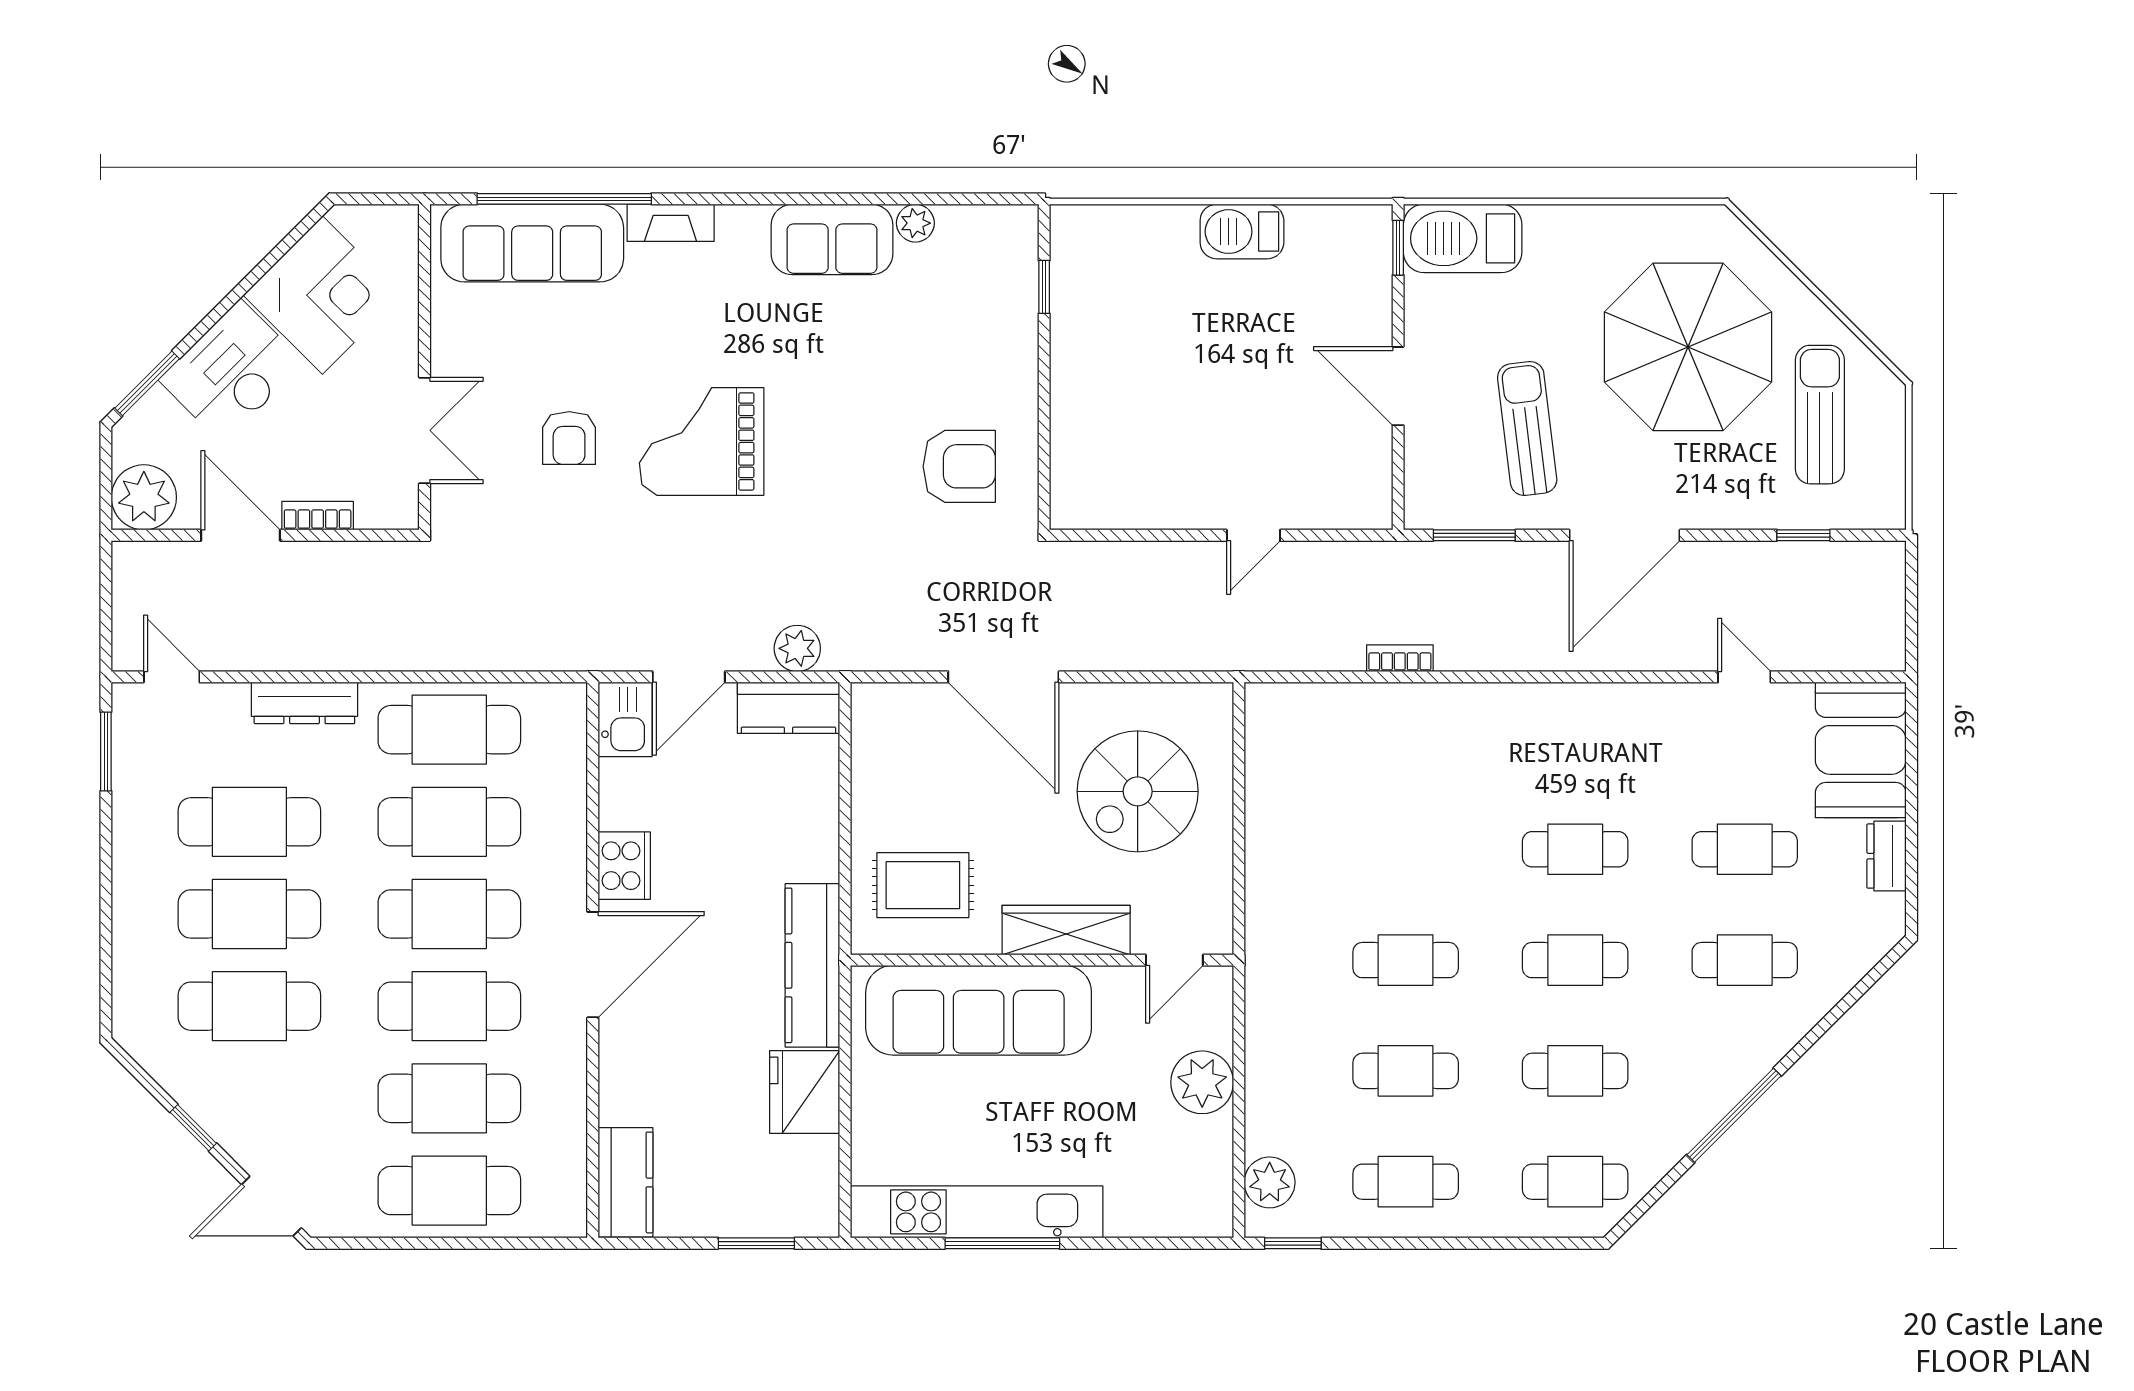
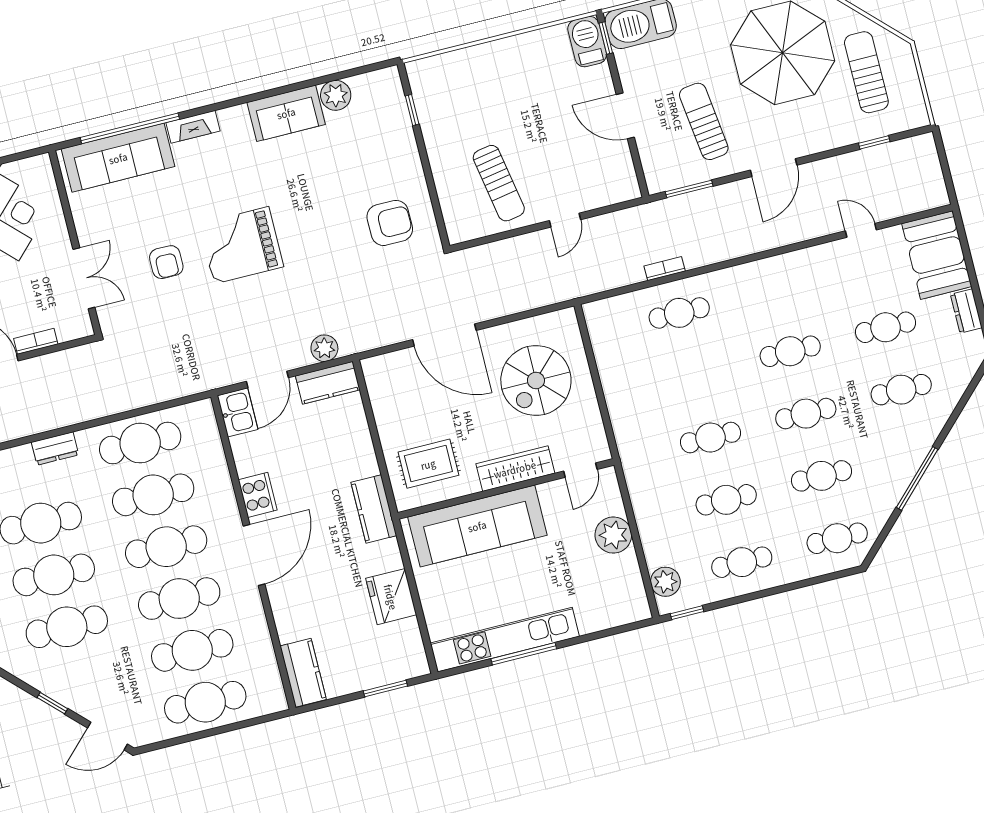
plant: (915, 223) -> (336, 95), width x1.38, depth x1.38
barbecue: (1242, 232) -> (587, 42), moved, turned 90
sun lounger: (1158, 446) -> (499, 183), added
door: (1625, 535) -> (774, 168), width x0.73
dresser: (304, 703) -> (55, 448), width x0.70
cafe table: (1406, 738) -> (679, 313), added
kitchen counter: (812, 965) -> (374, 509), width x0.67

